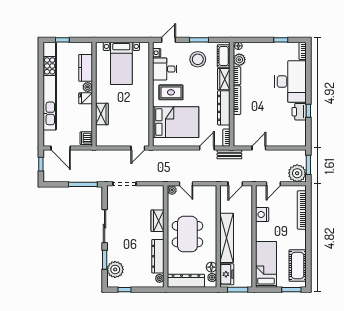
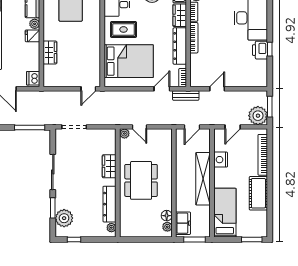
shelving: (227, 238) -> (203, 179), moved
cot: (298, 265) -> (258, 193), moved
dresser: (186, 281) -> (139, 230), removed

